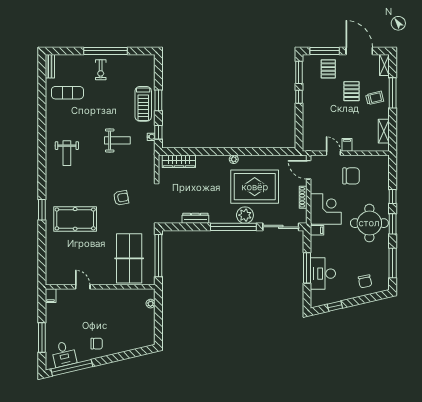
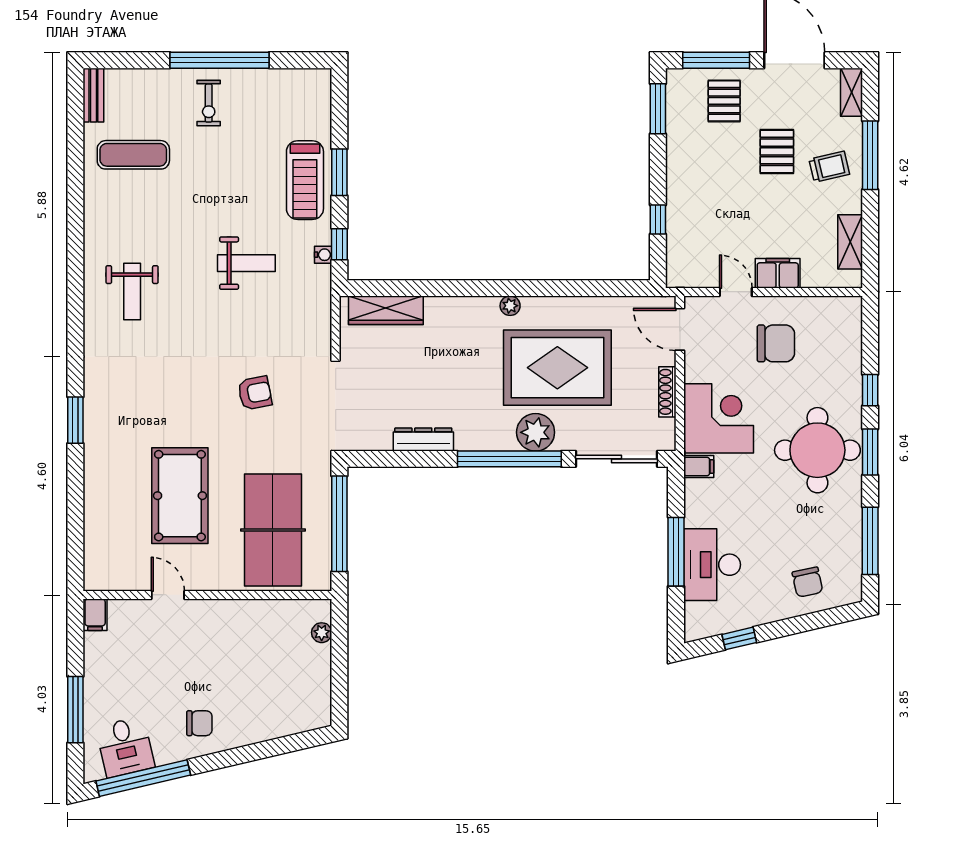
window: (299, 97) -> (658, 219), moved
filing cabinet: (347, 145) -> (778, 273), width x2.00
pool table: (75, 219) -> (180, 496), moved, turned 90

